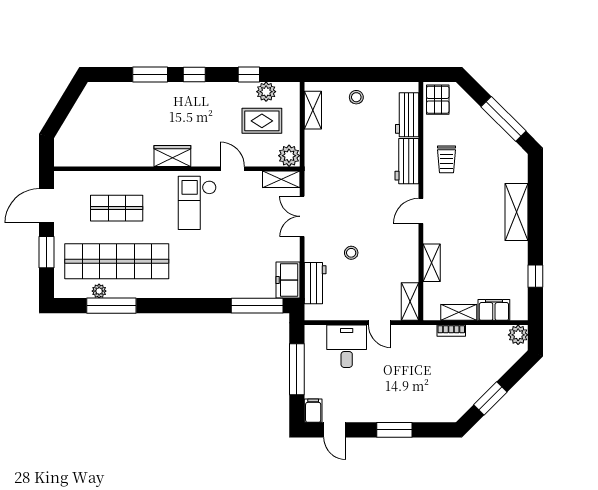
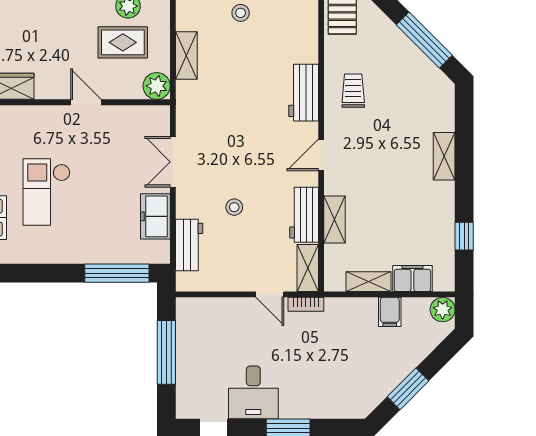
shelving: (313, 110) -> (186, 56), moved
workbench: (407, 115) -> (304, 215), moved
trolley: (446, 159) -> (353, 91), turned 180
shelving: (281, 179) -> (147, 115), removed
checkout: (197, 203) -> (47, 192), moved
shelving: (517, 212) -> (444, 156), width x0.67, depth x0.75
freezer: (288, 280) -> (155, 216), moved
bookcase: (451, 331) -> (306, 304), moved
desk: (347, 346) -> (253, 392), moved, turned 180
filing cabinet: (313, 411) -> (390, 312), moved, turned 180

